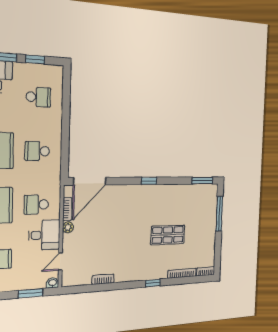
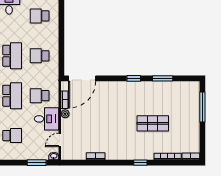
school desk: (38, 97) -> (40, 16), turned 180
window: (202, 181) -> (163, 78), moved

